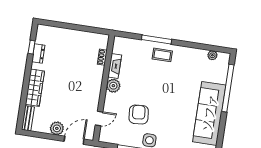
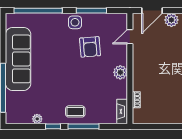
window: (186, 44) -> (53, 126), added
plant: (212, 55) -> (37, 119), moved
fireplace: (115, 66) -> (122, 111), moved

